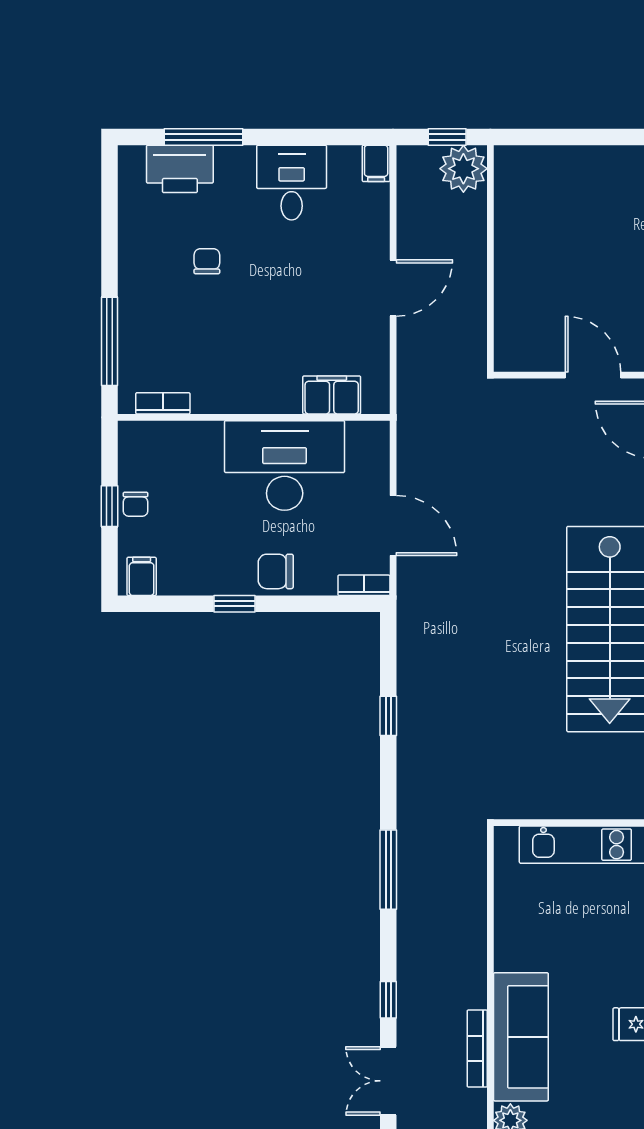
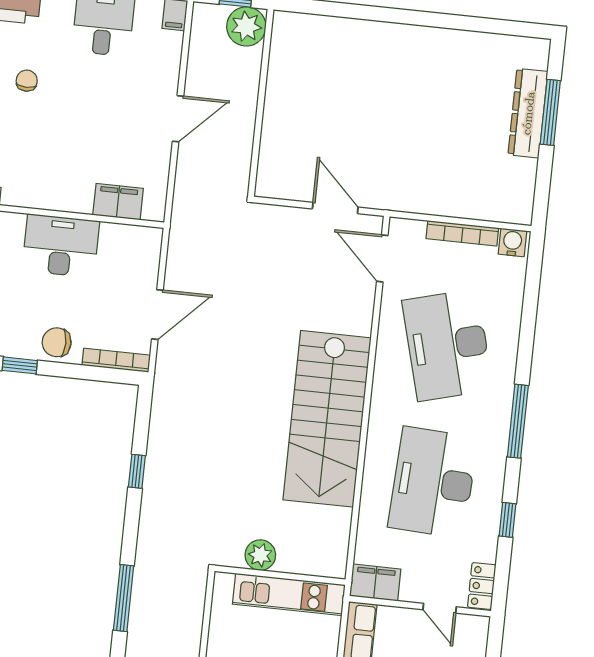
desk: (285, 465) -> (61, 246), width x0.73, depth x0.77
door: (393, 525) -> (157, 315), hinge flipped
bookcase: (364, 585) -> (116, 360), width x1.56
plant: (547, 801) -> (260, 555), added

